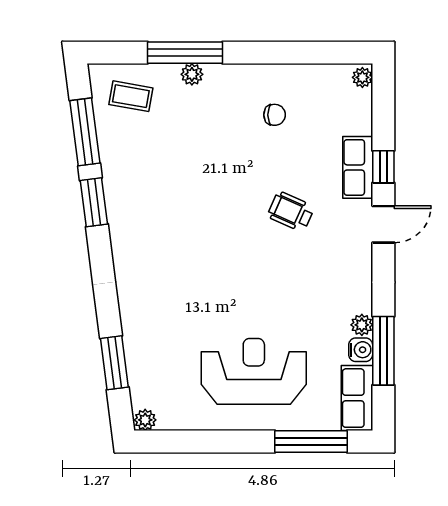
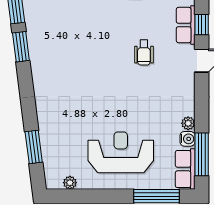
wheelchair: (291, 212) -> (144, 53), turned -114
window: (383, 351) -> (202, 154), moved
plant: (145, 420) -> (70, 183), moved

